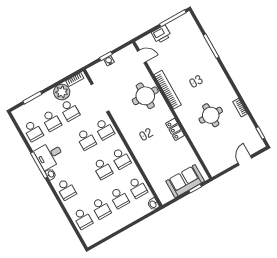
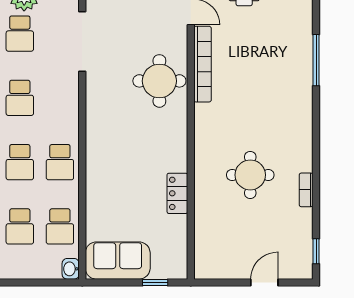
bookcase: (168, 90) -> (203, 64), moved
school desk: (104, 129) -> (60, 98), removed
locker: (175, 129) -> (177, 193), moved
sofa: (185, 181) -> (118, 261), moved

